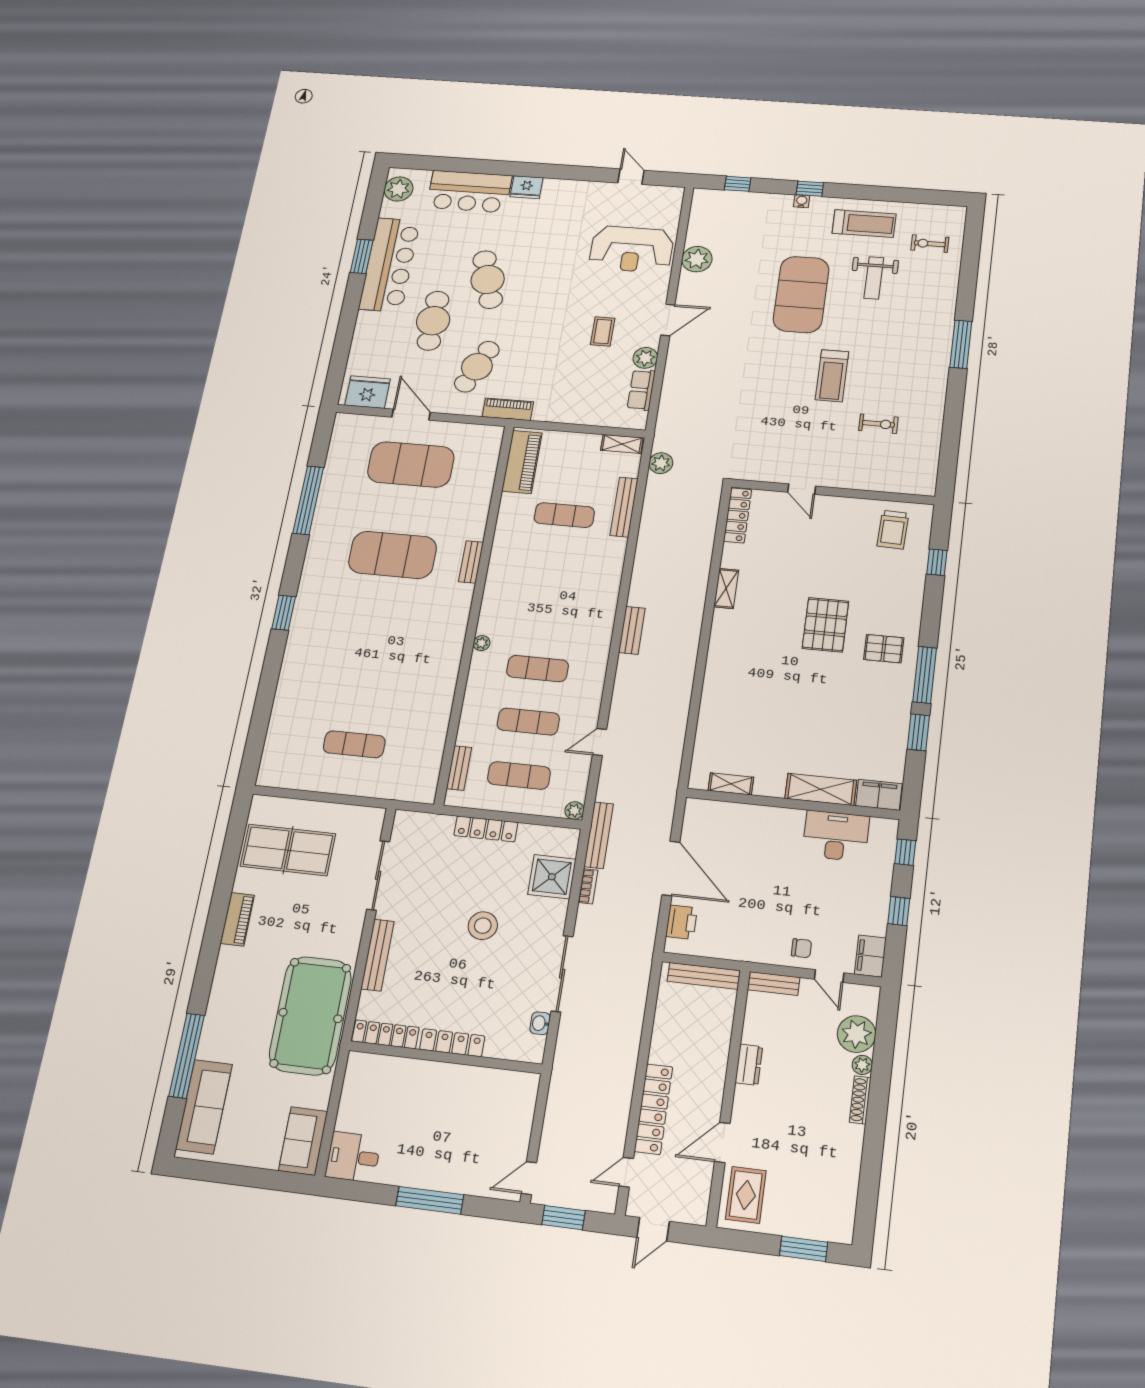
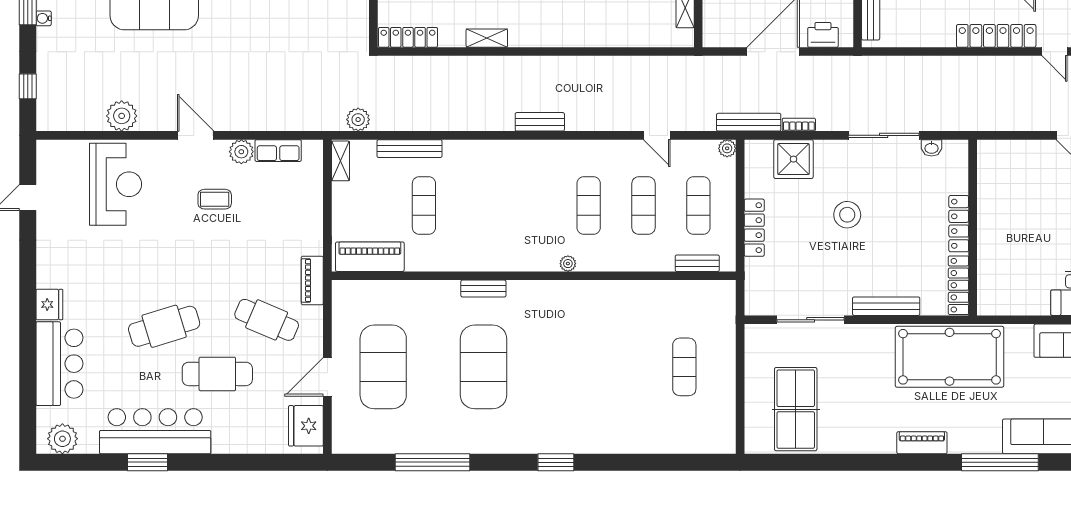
piano: (237, 919) -> (922, 443), moved

